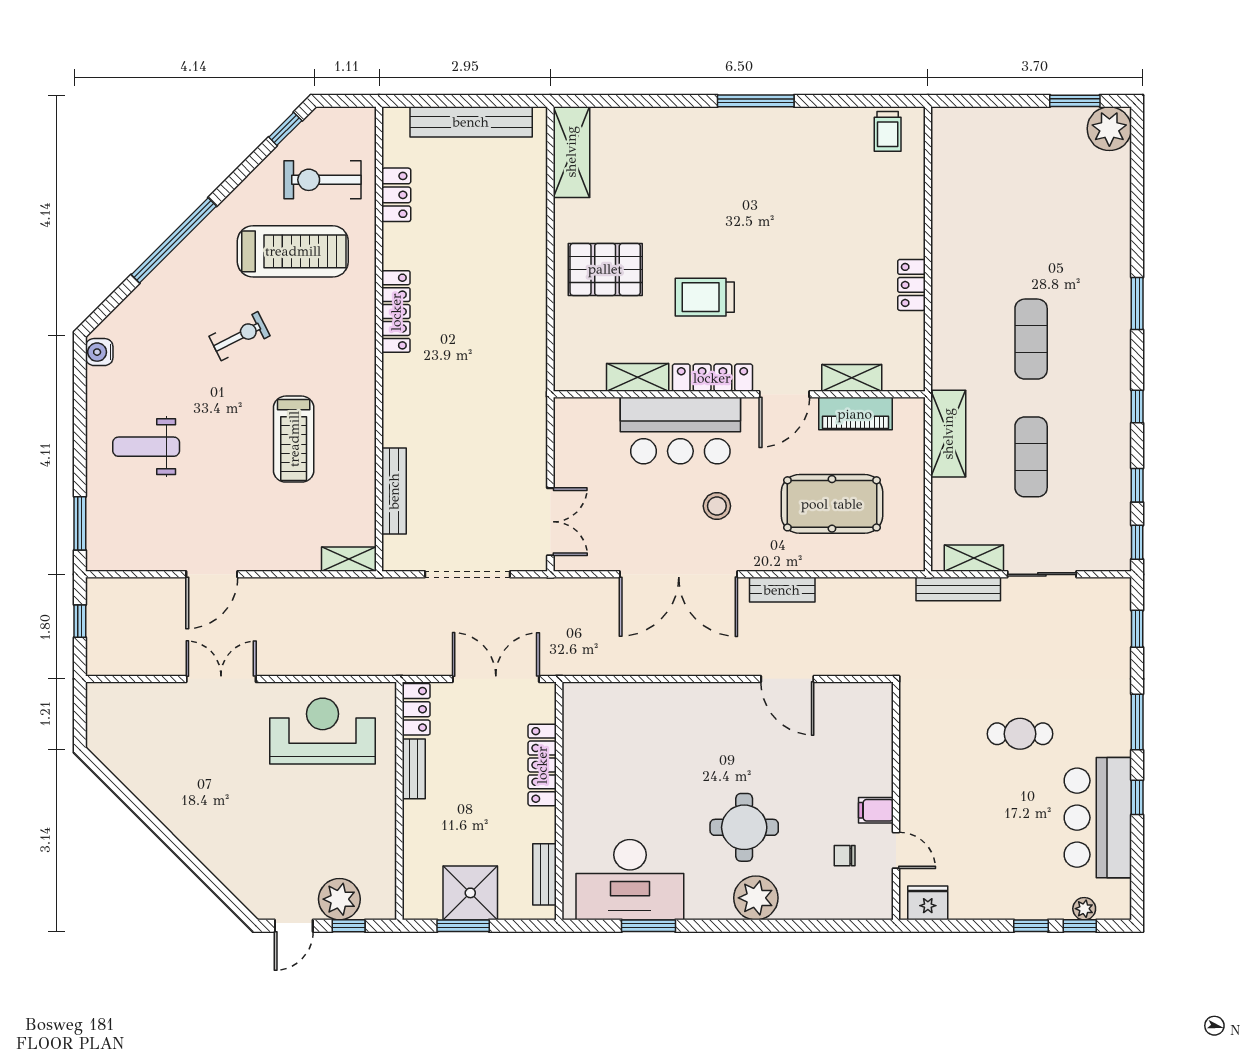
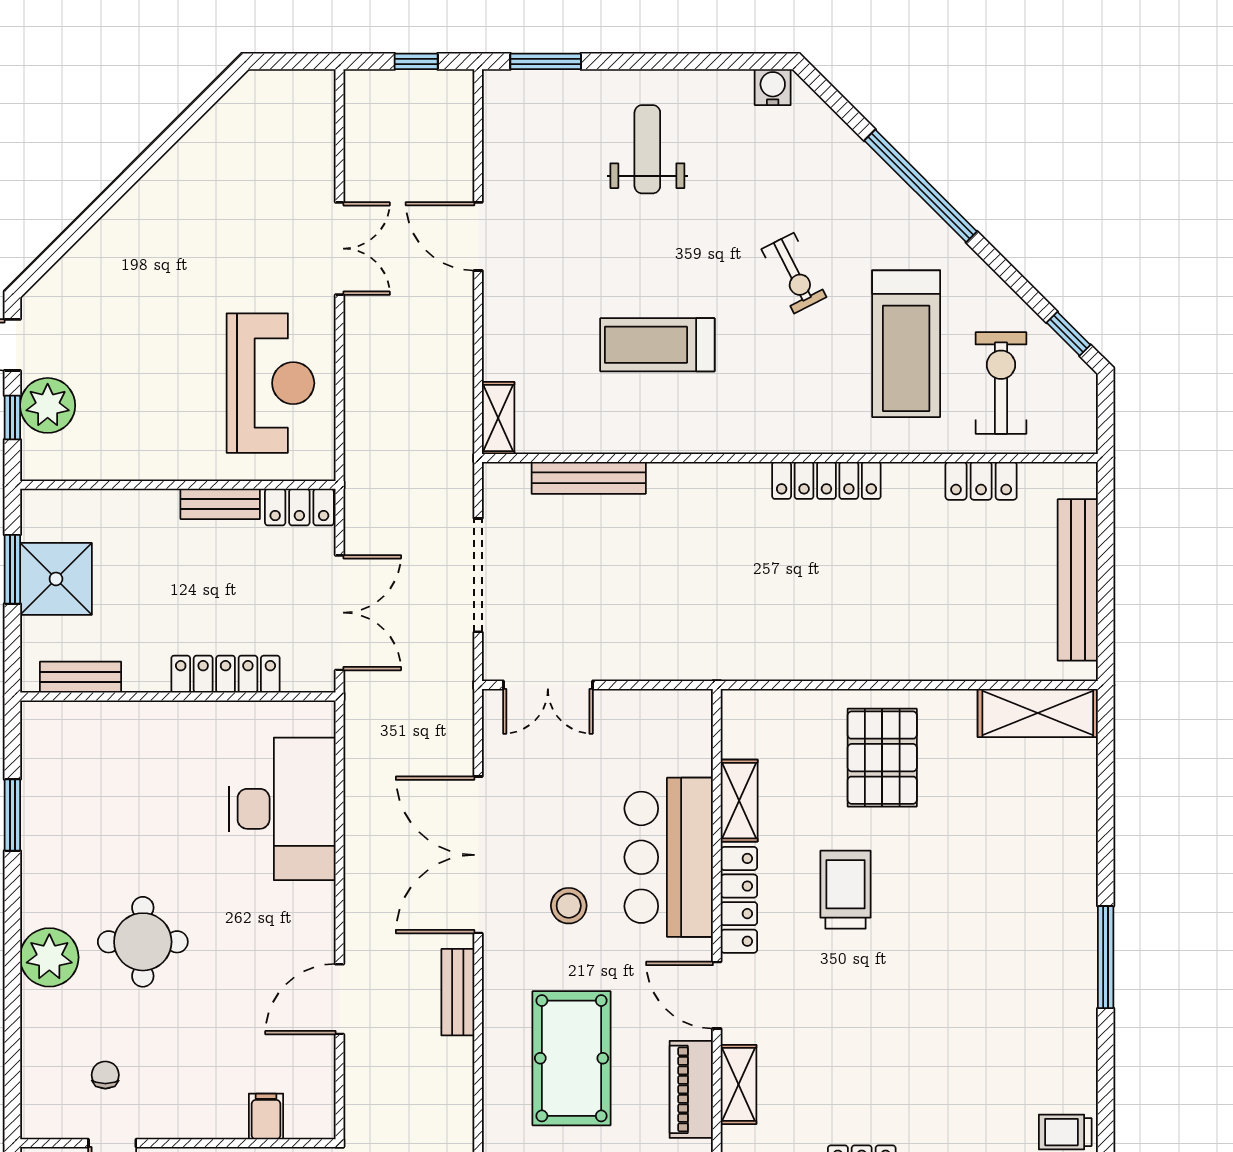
filing cabinet: (876, 810) -> (266, 1116), moved
desk: (630, 880) -> (282, 809), moved, turned 180

